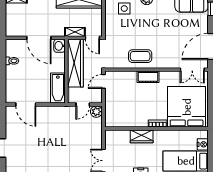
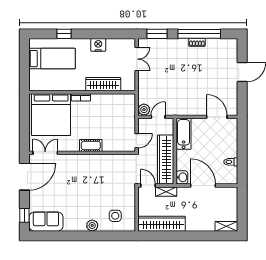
coffee table: (140, 56) -> (99, 167), removed
wardrobe: (142, 136) -> (103, 84), width x1.50
nightstand: (203, 144) -> (34, 76), removed

